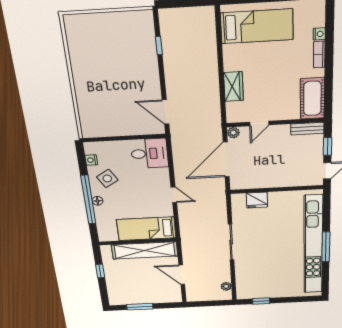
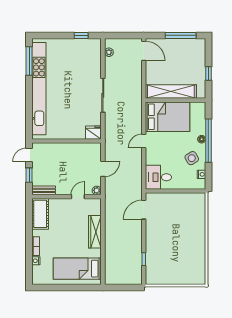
wardrobe: (234, 87) -> (95, 232), width x1.50
door: (165, 112) -> (144, 210), swing flipped
door: (226, 159) -> (103, 169), width x0.53
door: (174, 195) -> (144, 141), hinge flipped
fridge: (257, 200) -> (93, 133), moved
bed: (146, 229) -> (167, 117), width x1.50
window: (326, 247) -> (29, 61), moved
door: (182, 275) -> (144, 51), moved
window: (140, 307) -> (181, 35), width x1.44

